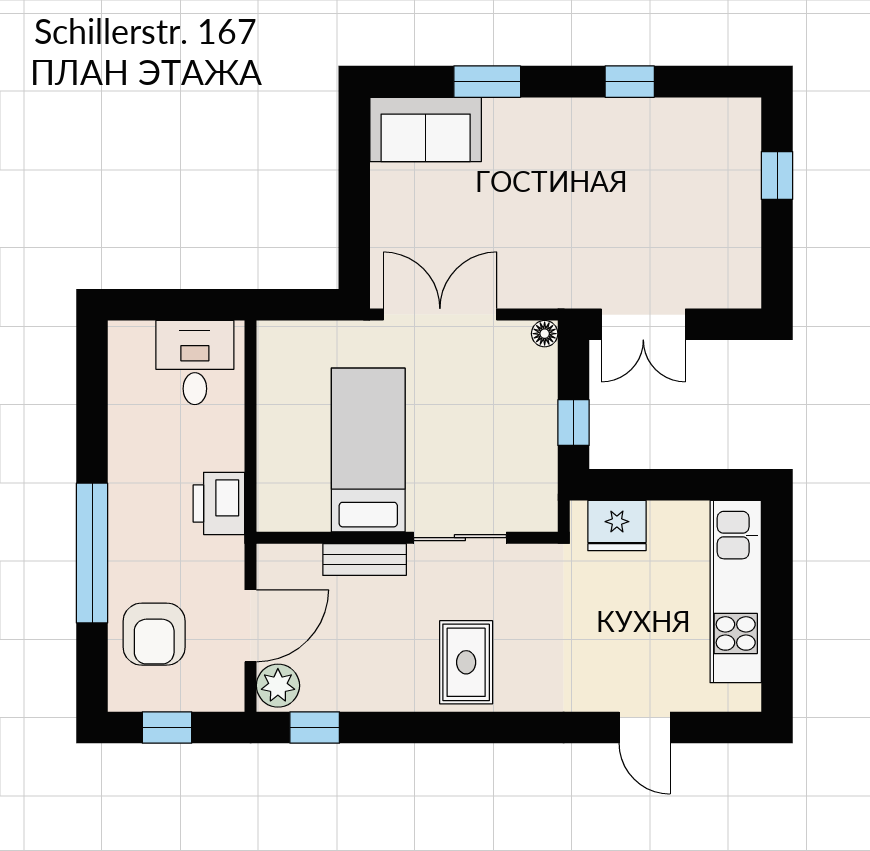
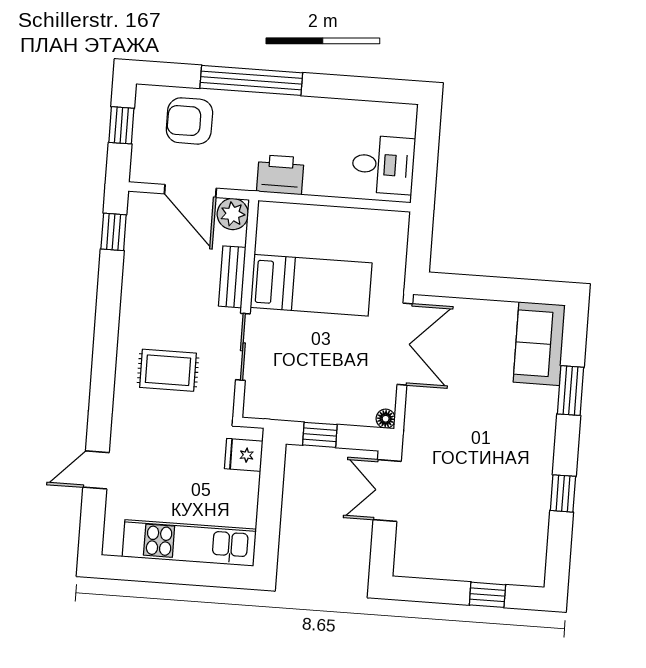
fridge: (617, 526) -> (244, 455), width x0.72
rug: (466, 662) -> (168, 370), moved
plant: (278, 686) -> (233, 214), moved

